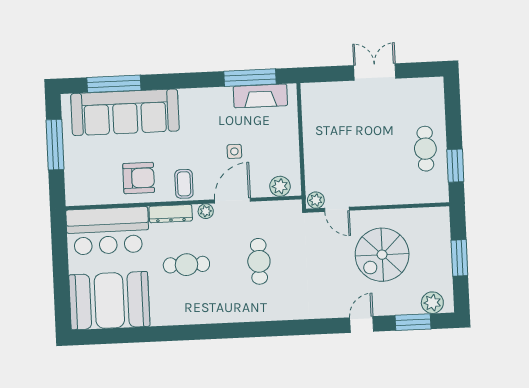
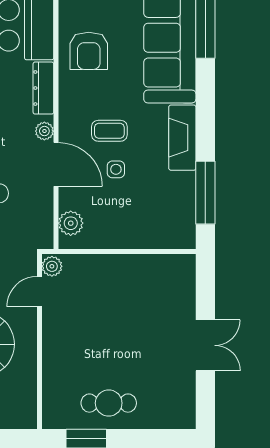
fireplace: (260, 96) -> (182, 138), moved
coffee table: (184, 184) -> (109, 131), moved

